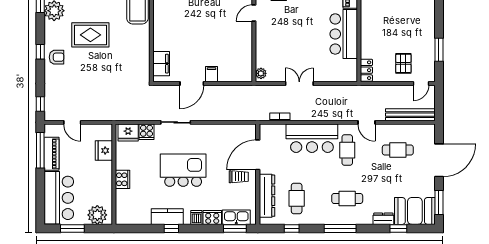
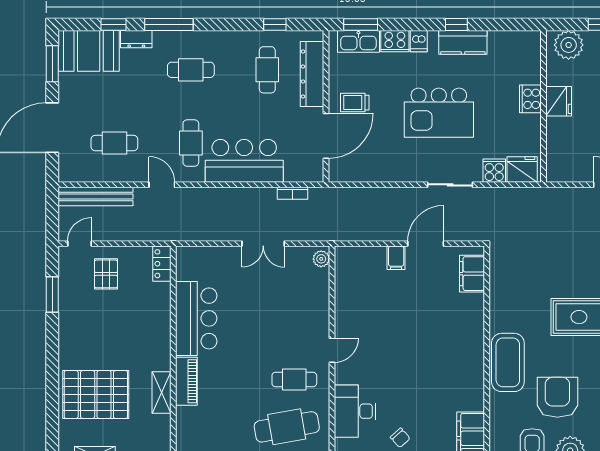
fridge: (104, 151) -> (559, 101), moved
window: (340, 228) -> (169, 25), moved

